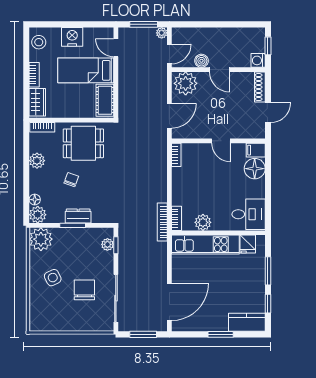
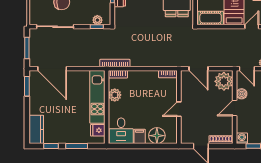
filing cabinet: (256, 150) -> (140, 136), moved
window: (221, 334) -> (27, 86), moved

